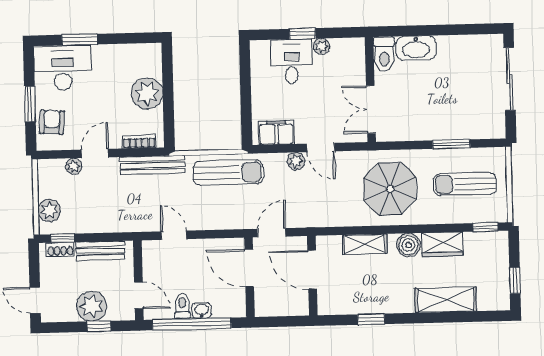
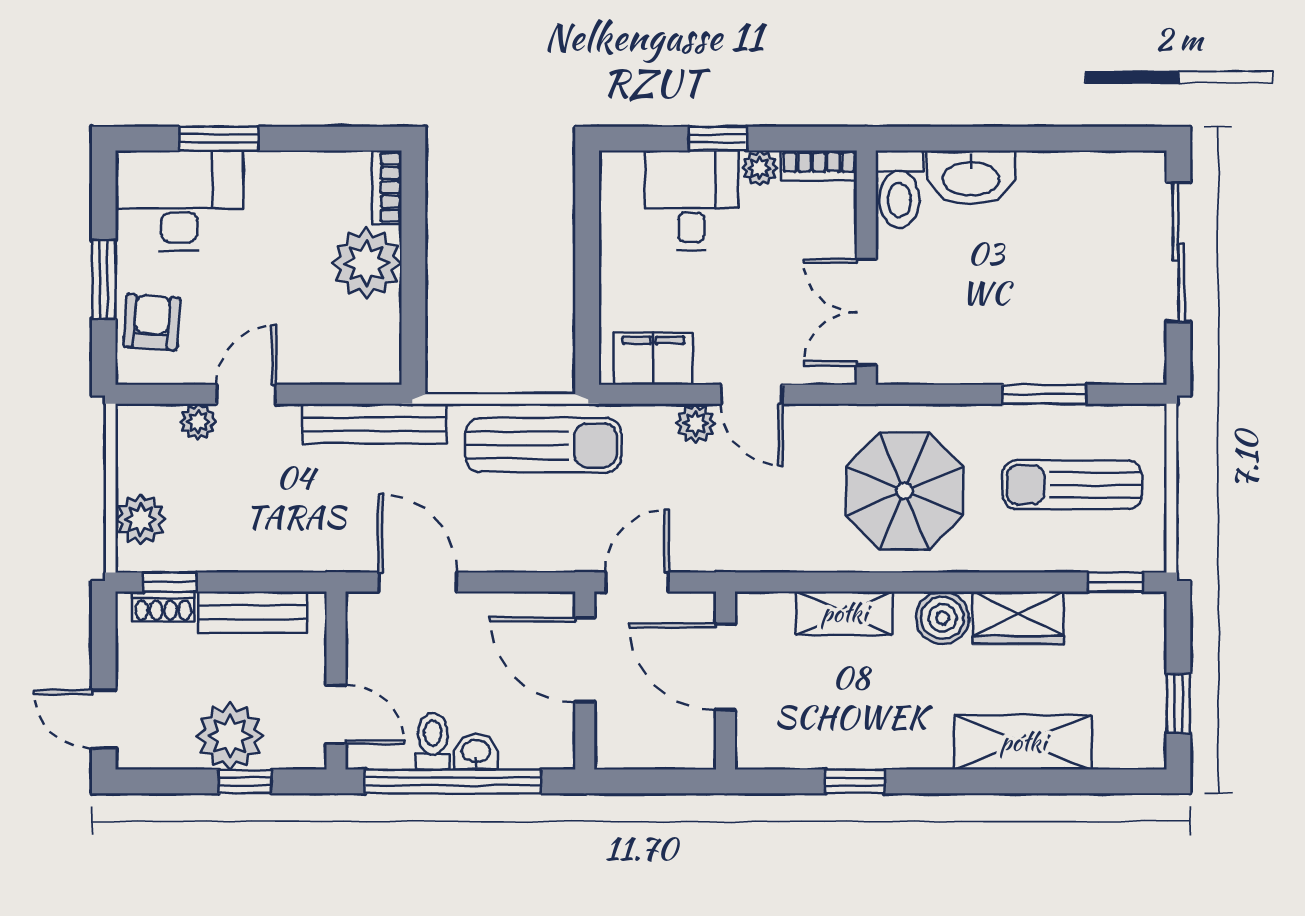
bookcase: (348, 45) -> (819, 165), added
bookcase: (139, 141) -> (387, 187), moved, turned -90
door: (174, 235) -> (418, 582), width x1.38

